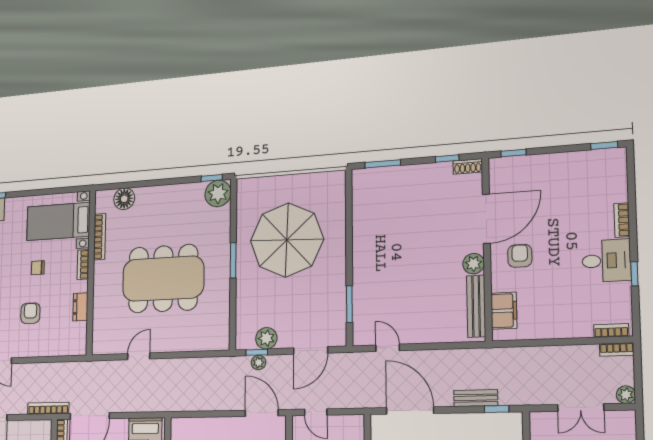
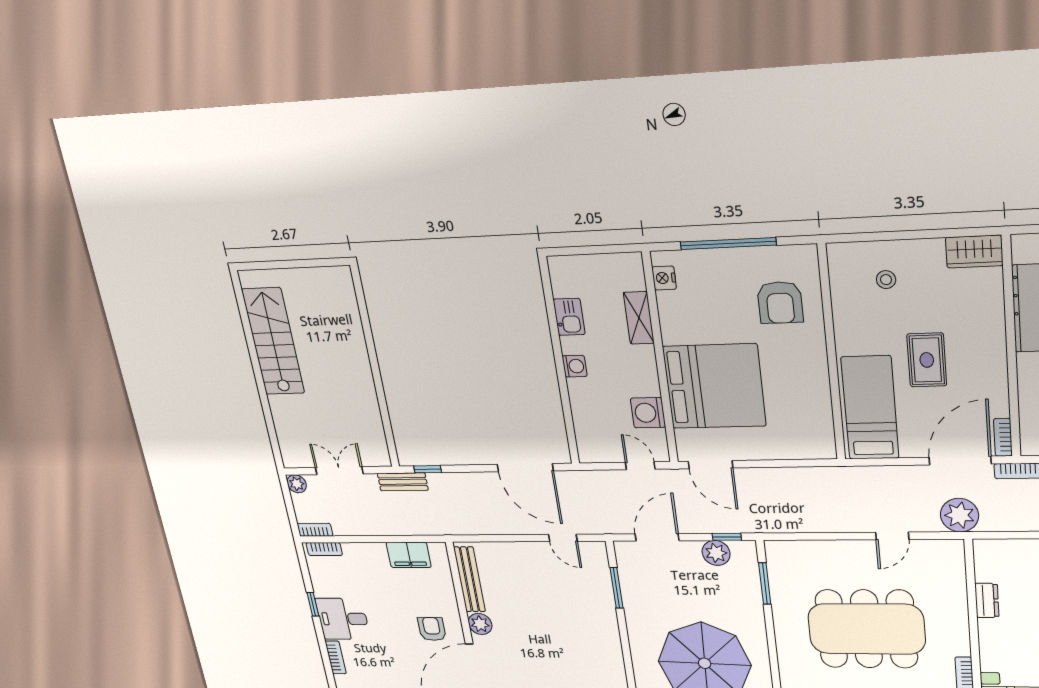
armchair: (520, 256) -> (432, 629), turned 180
window: (233, 260) -> (765, 583), moved
bookcase: (83, 265) -> (987, 653), removed
filing cabinet: (504, 311) -> (409, 555), moved, turned -90
plant: (259, 362) -> (959, 515), moved, width x1.87, depth x1.87
bench: (476, 398) -> (403, 482), moved

